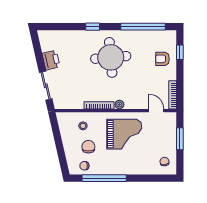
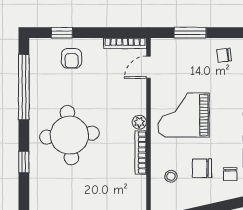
grand piano: (124, 134) -> (183, 115), turned -90

